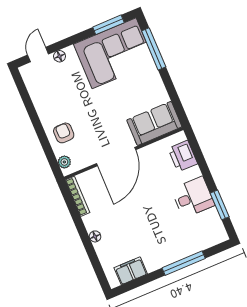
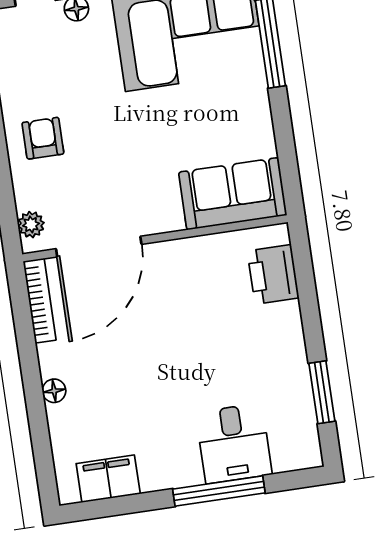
armchair: (64, 133) -> (43, 138), moved
door: (116, 157) -> (99, 247), moved
desk: (193, 197) -> (234, 443), moved, turned 90

